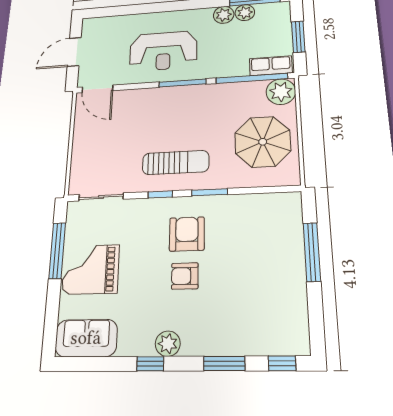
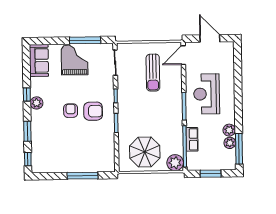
row of seats: (271, 66) -> (192, 139), moved
sun lounger: (176, 163) -> (153, 73), moved

